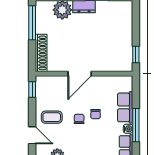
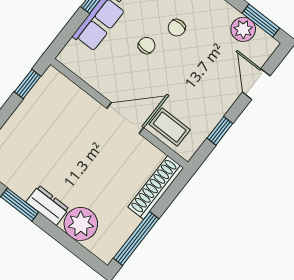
window: (32, 89) -> (220, 131), moved
coffee table: (52, 117) -> (170, 127), moved
chair: (79, 119) -> (177, 28), moved

